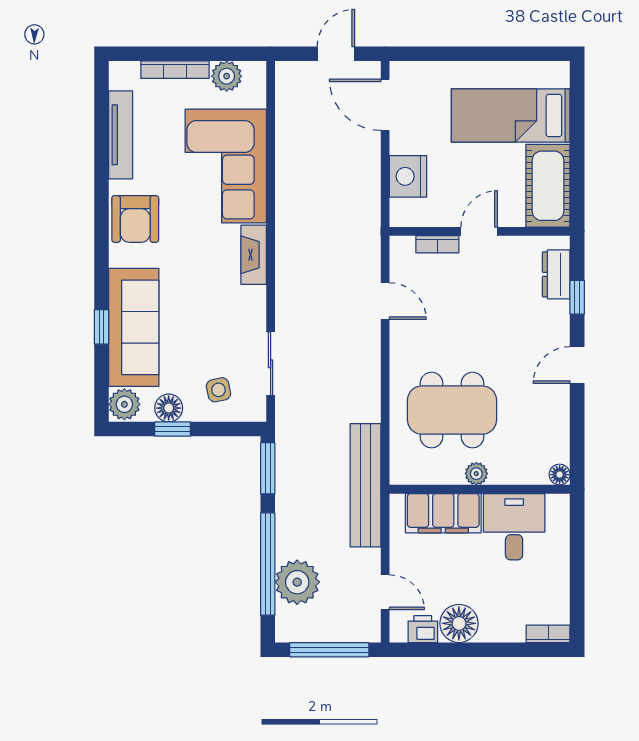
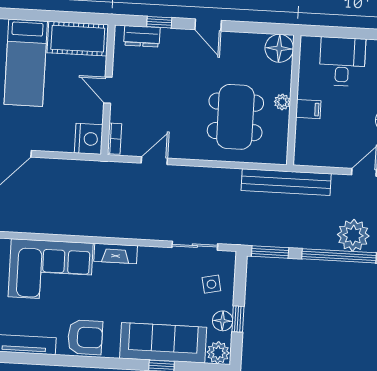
nightstand: (408, 176) -> (89, 139), moved, turned -90
bookcase: (437, 244) -> (114, 139), moved
floor lamp: (560, 475) -> (279, 48), width x1.89, depth x1.89
filing cabinet: (443, 513) -> (308, 109), width x0.33, depth x0.86
desk: (514, 527) -> (342, 62), moved, turned 90

